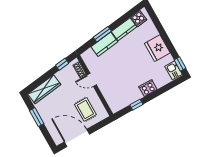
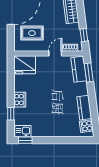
window: (102, 34) -> (89, 73), moved
kitchen counter: (104, 44) -> (79, 69), moved
fridge: (157, 48) -> (25, 65), moved, turned 180
window: (136, 105) -> (11, 114), moved

